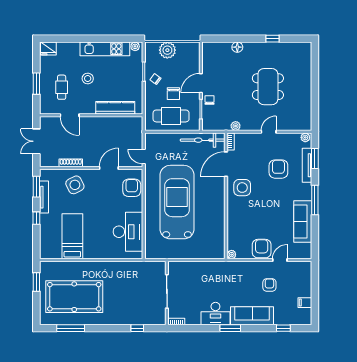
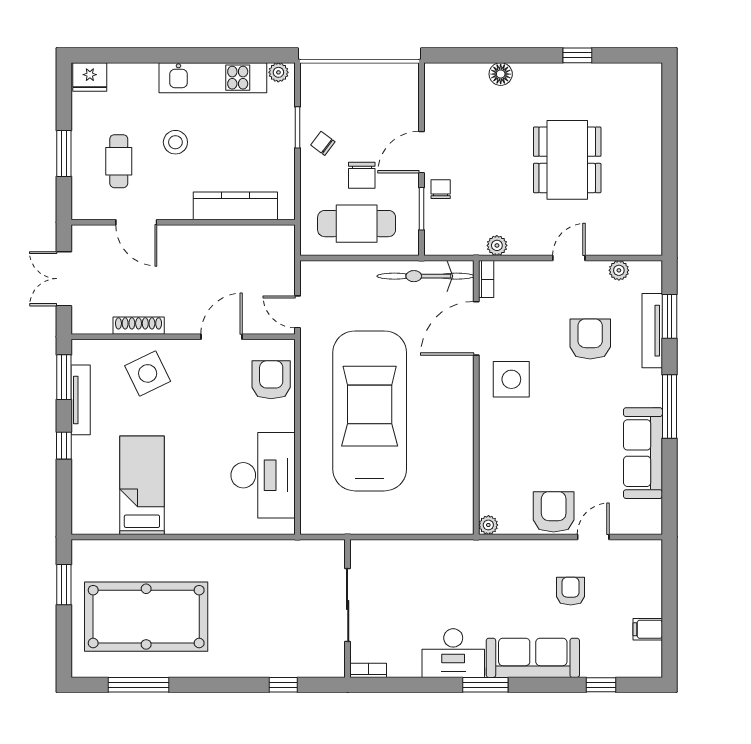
plant: (167, 50) -> (349, 81), removed
plant: (305, 137) -> (619, 270), moved

